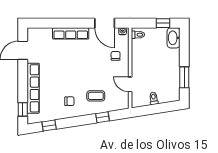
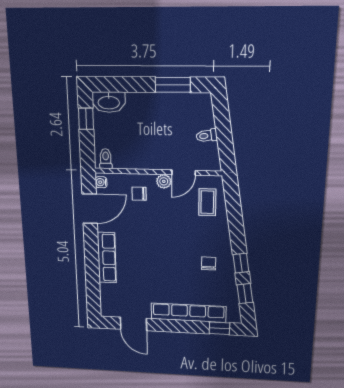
plant: (124, 72) -> (164, 181), added
coffee table: (96, 96) -> (207, 202), moved
window: (103, 117) -> (241, 263), moved

